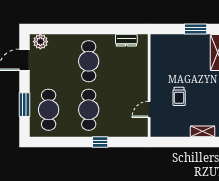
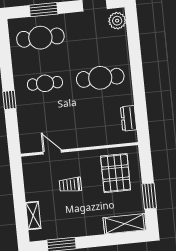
pallet: (173, 56) -> (116, 173), added
cafe table: (89, 110) -> (45, 83), width x0.73, depth x0.74

